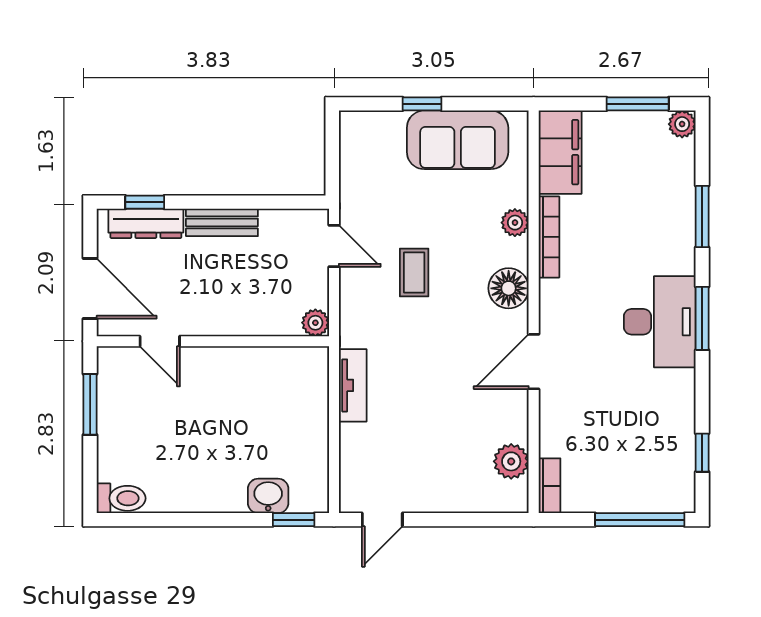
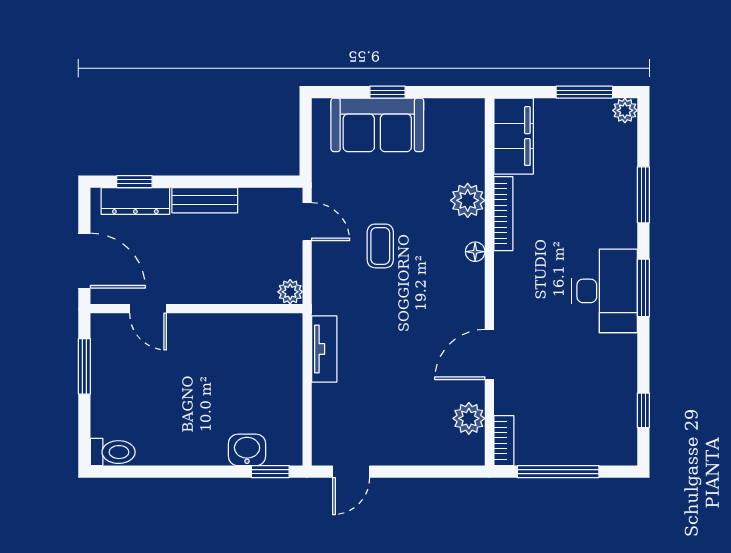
sofa: (458, 140) -> (377, 125), moved
plant: (515, 223) -> (468, 200), width x1.38, depth x1.38
floor lamp: (509, 288) -> (475, 252), width x0.53, depth x0.53
door: (534, 362) -> (489, 354), moved
window: (640, 520) -> (558, 472), moved

